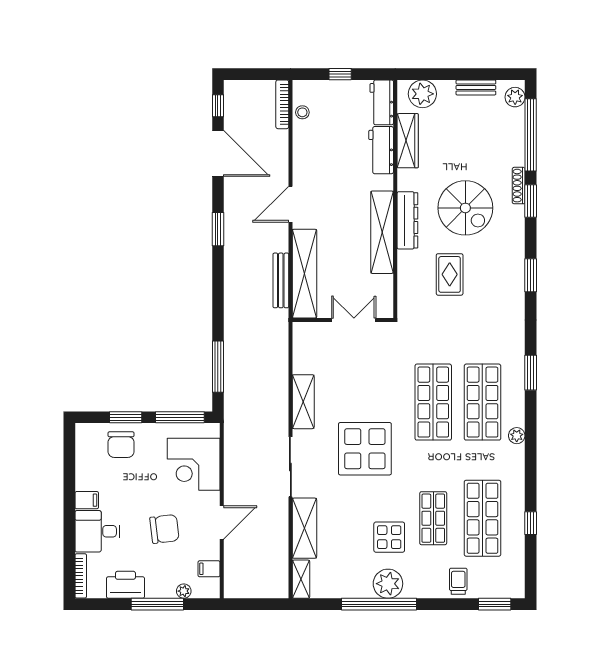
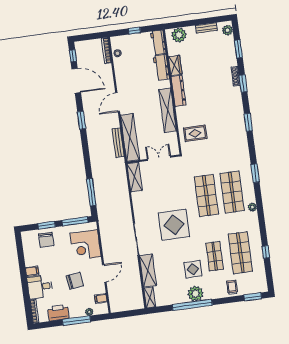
window: (531, 135) -> (238, 49), width x0.47
wardrobe: (408, 141) -> (175, 65), width x0.67
spiral stairs: (465, 208) -> (209, 92), removed
dresser: (407, 220) -> (178, 91), moved
rug: (450, 274) -> (195, 133), moved, turned 90
shelving: (303, 402) -> (135, 177), moved

